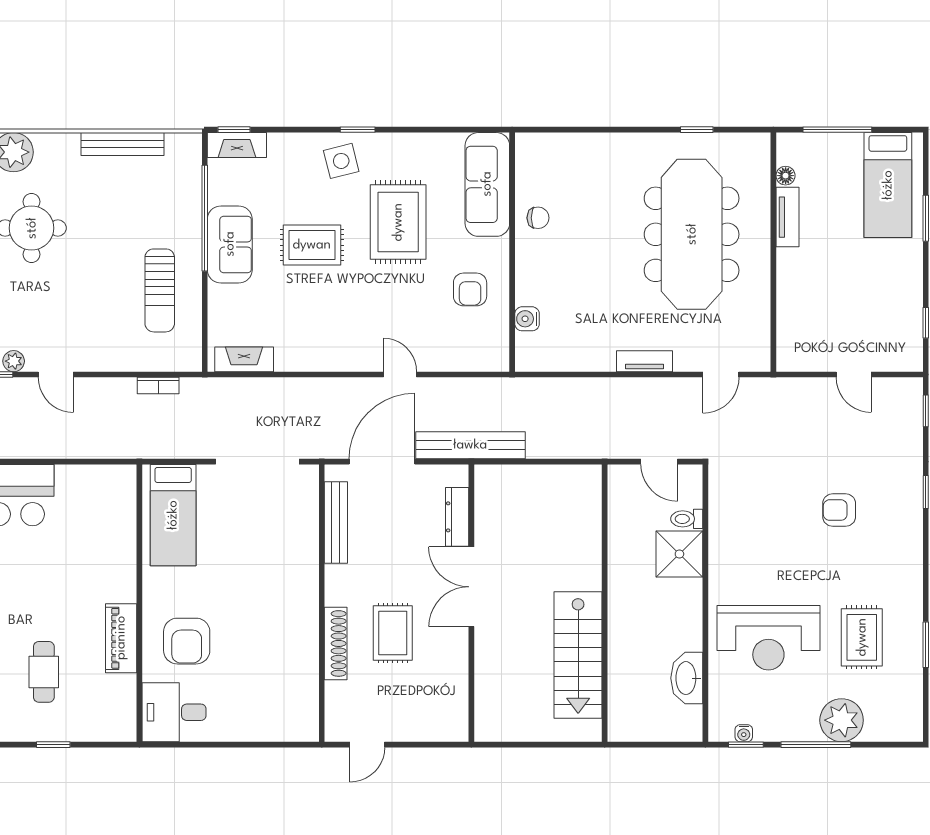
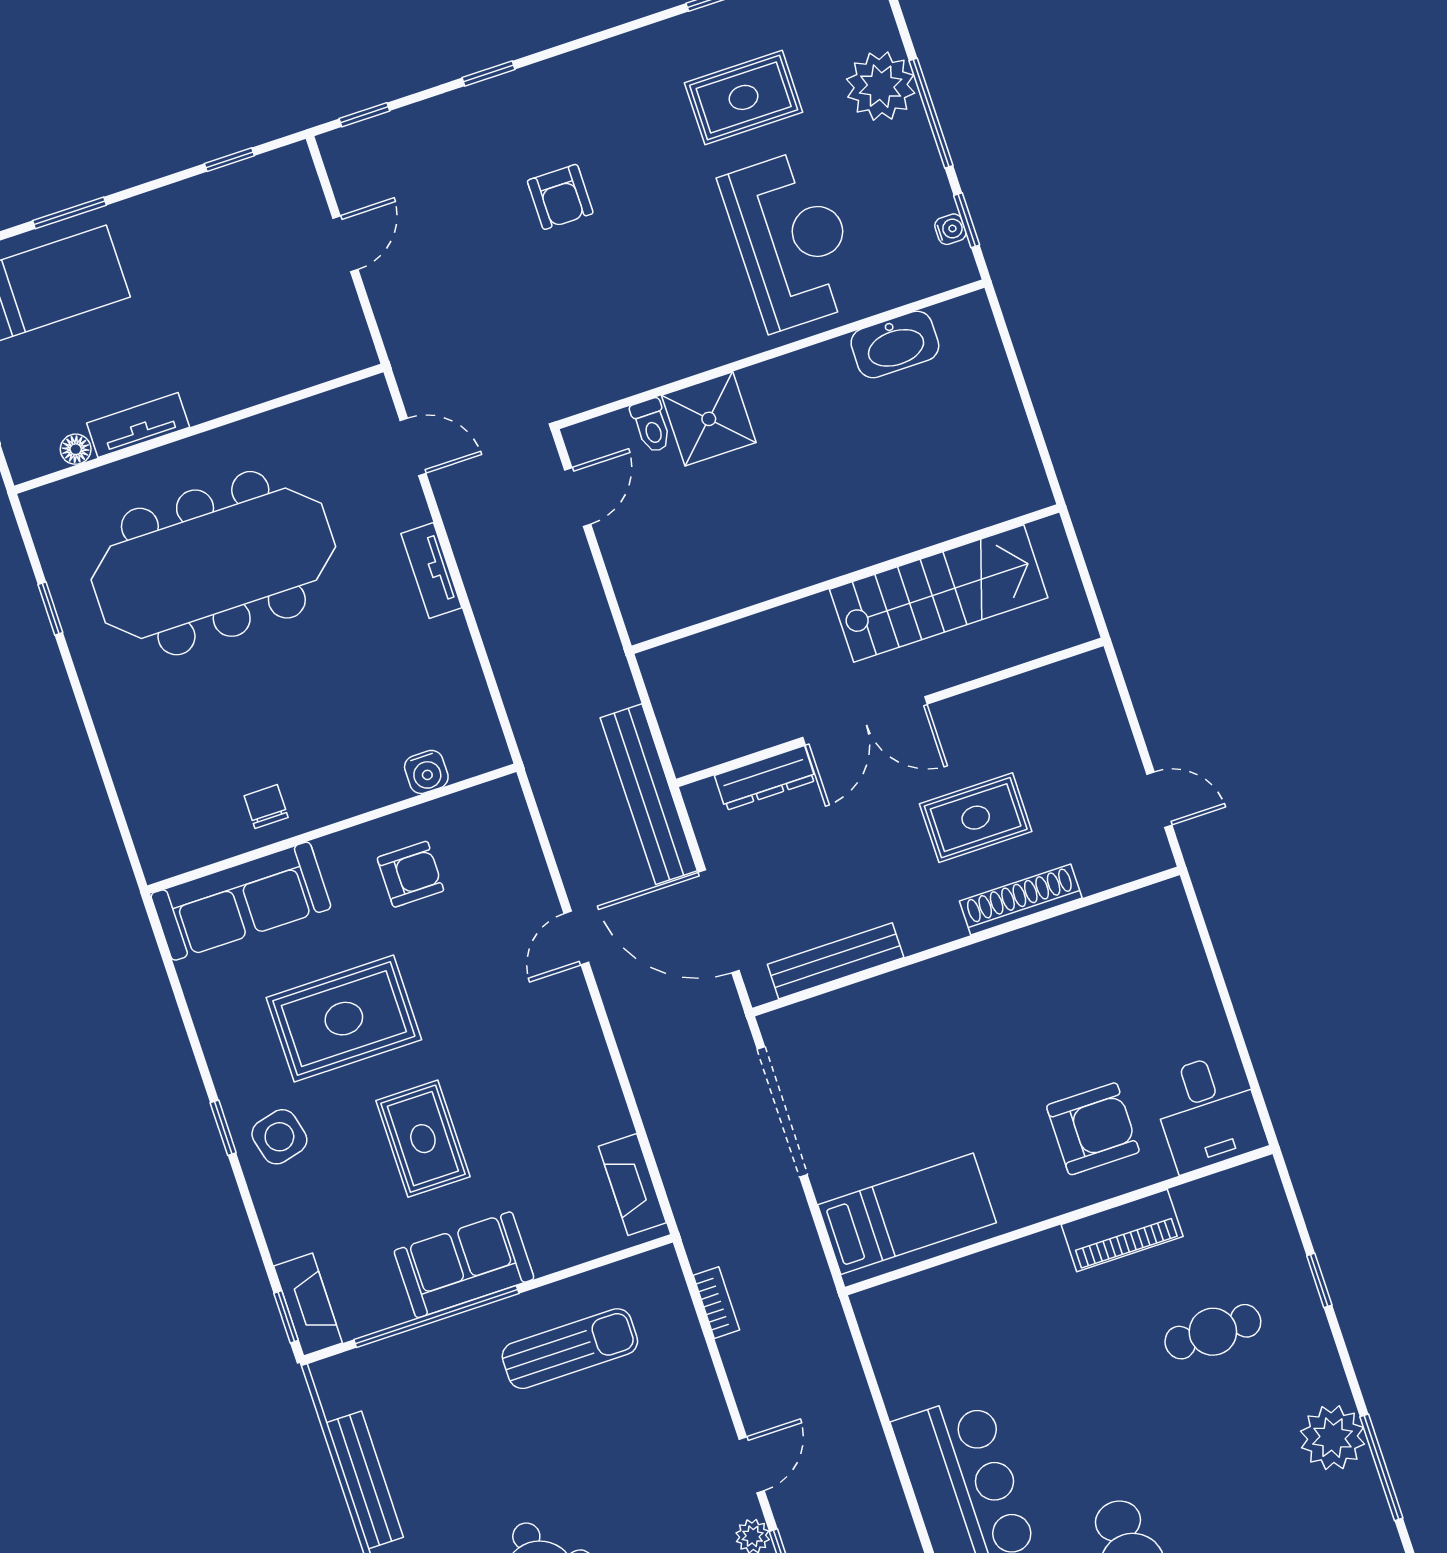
wall: (605, 603) -> (845, 579), moved
stairs: (578, 655) -> (939, 593), moved

